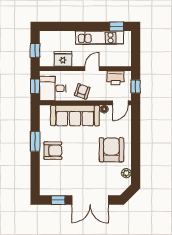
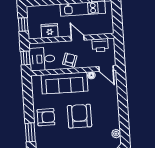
door: (92, 69) -> (78, 38), hinge flipped
window: (136, 86) -> (119, 52), removed
door: (120, 103) -> (106, 68), hinge flipped
window: (35, 141) -> (30, 132), moved
armchair: (111, 150) -> (80, 116), moved

